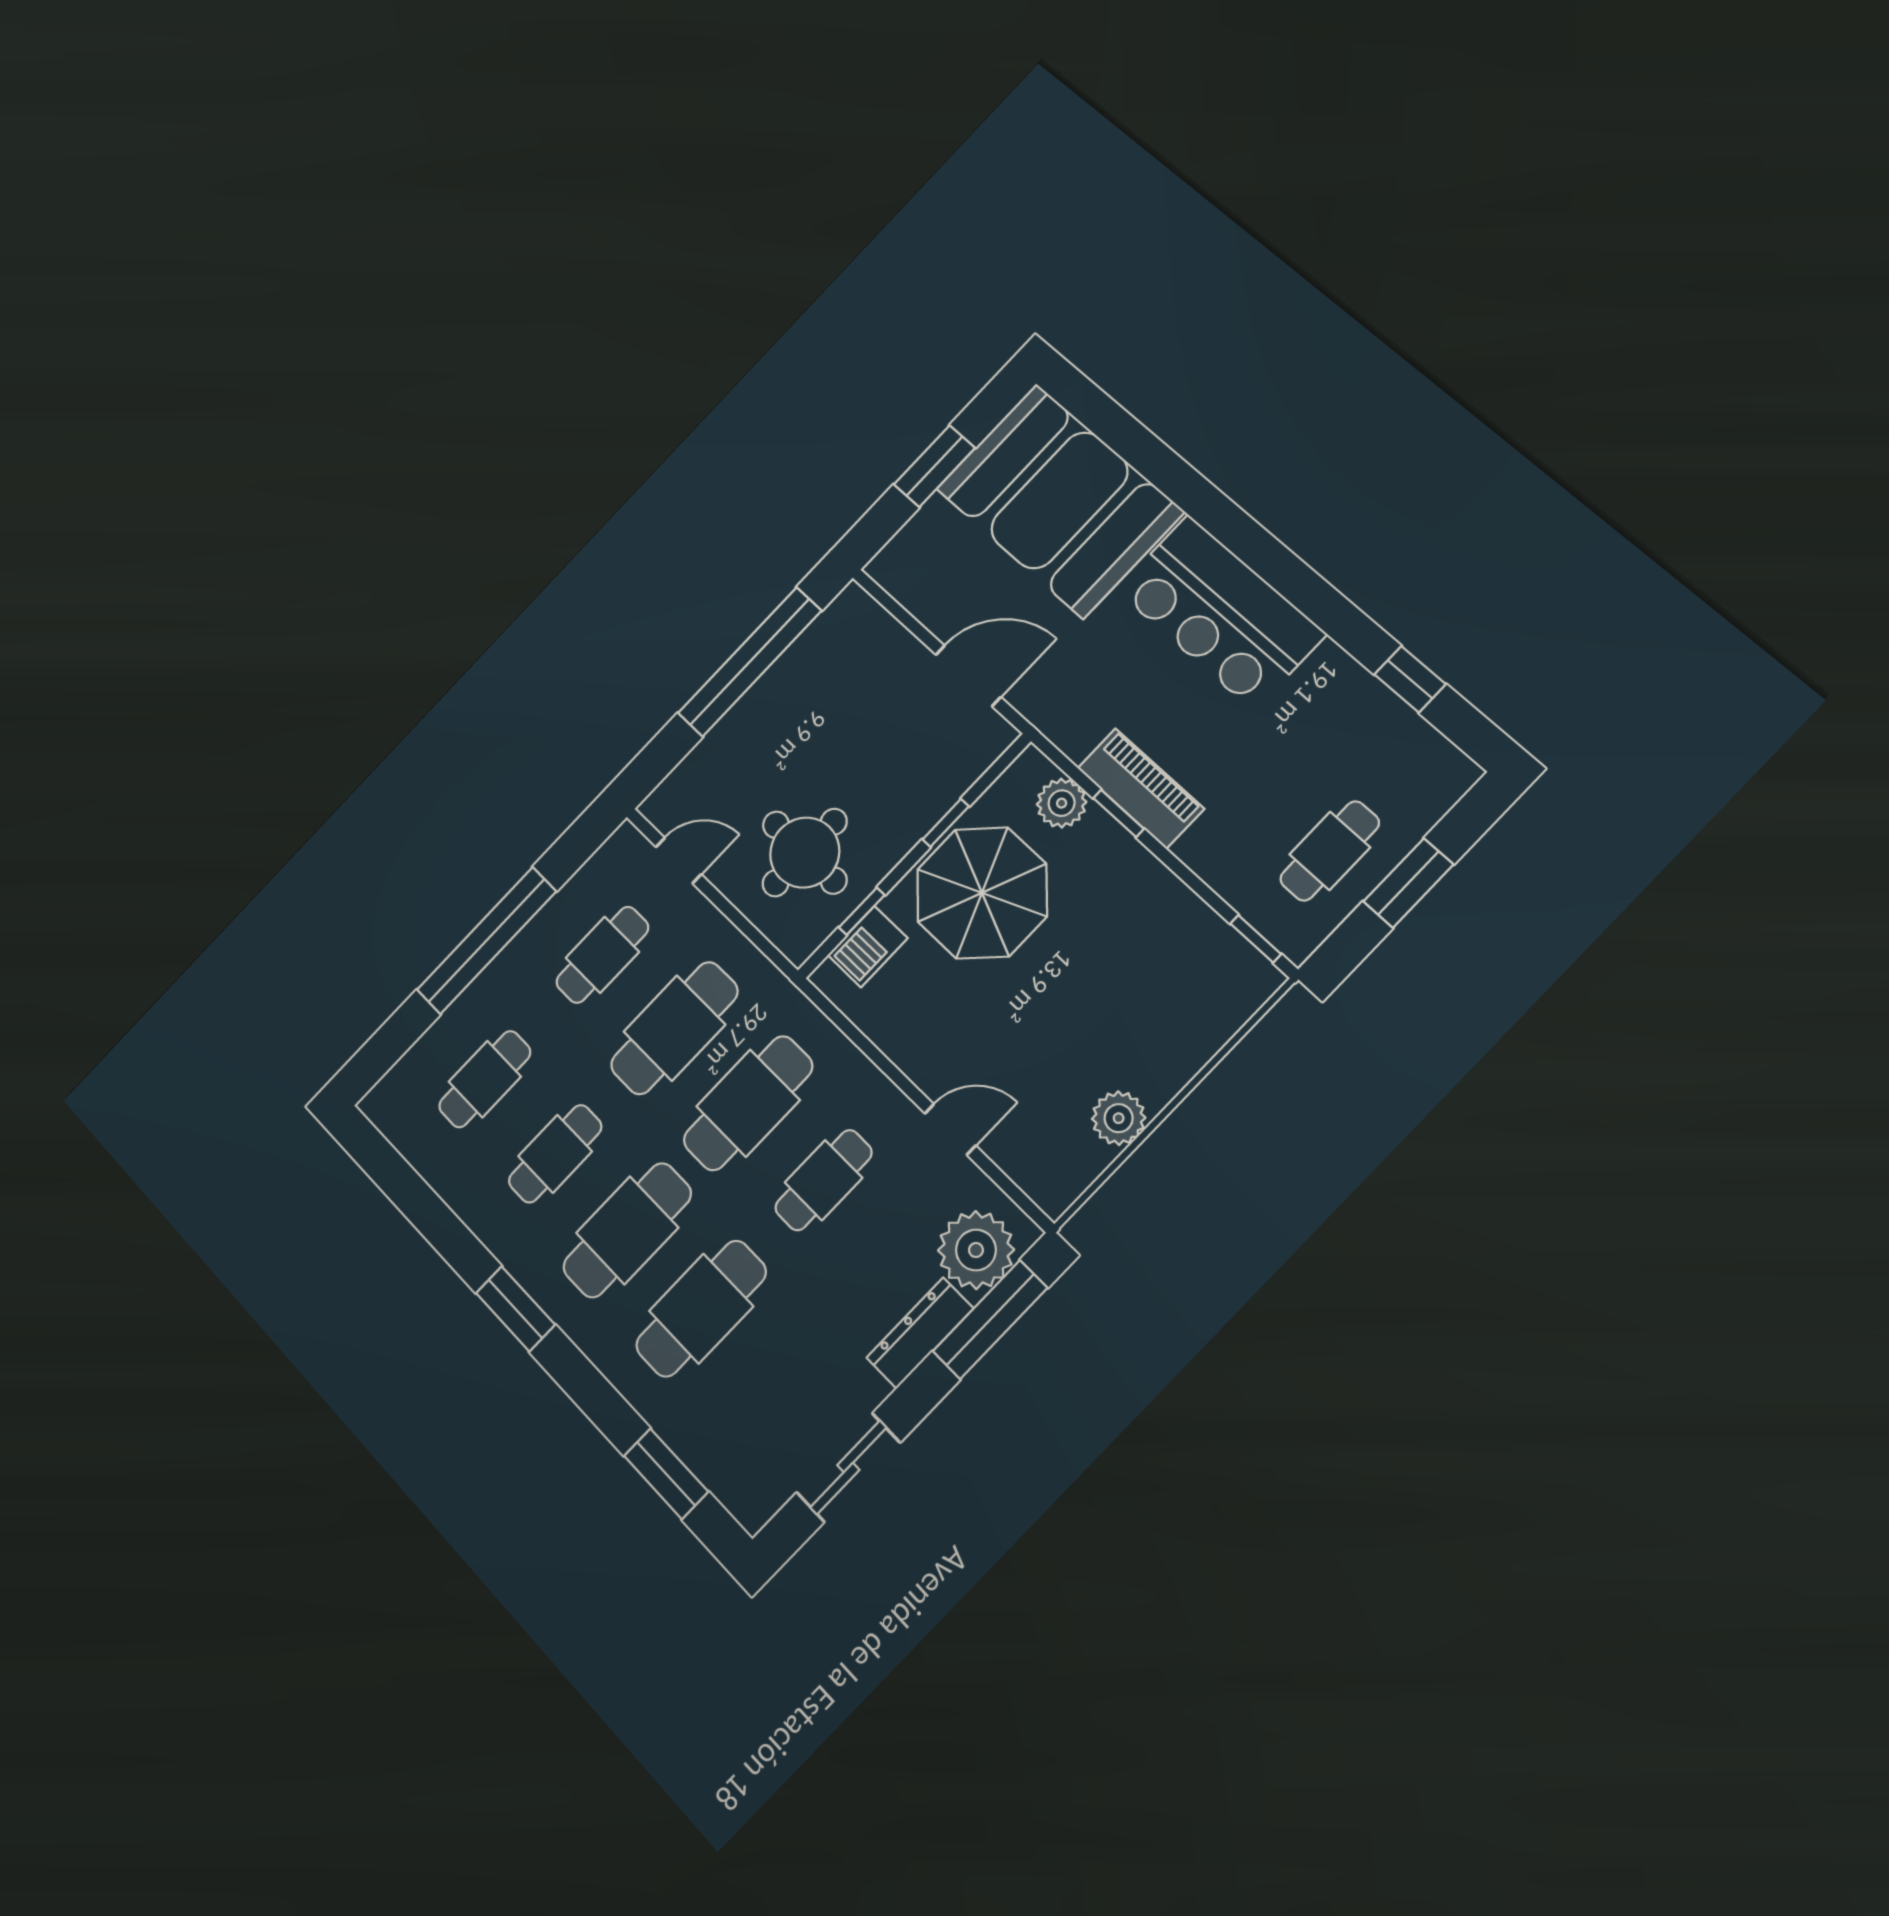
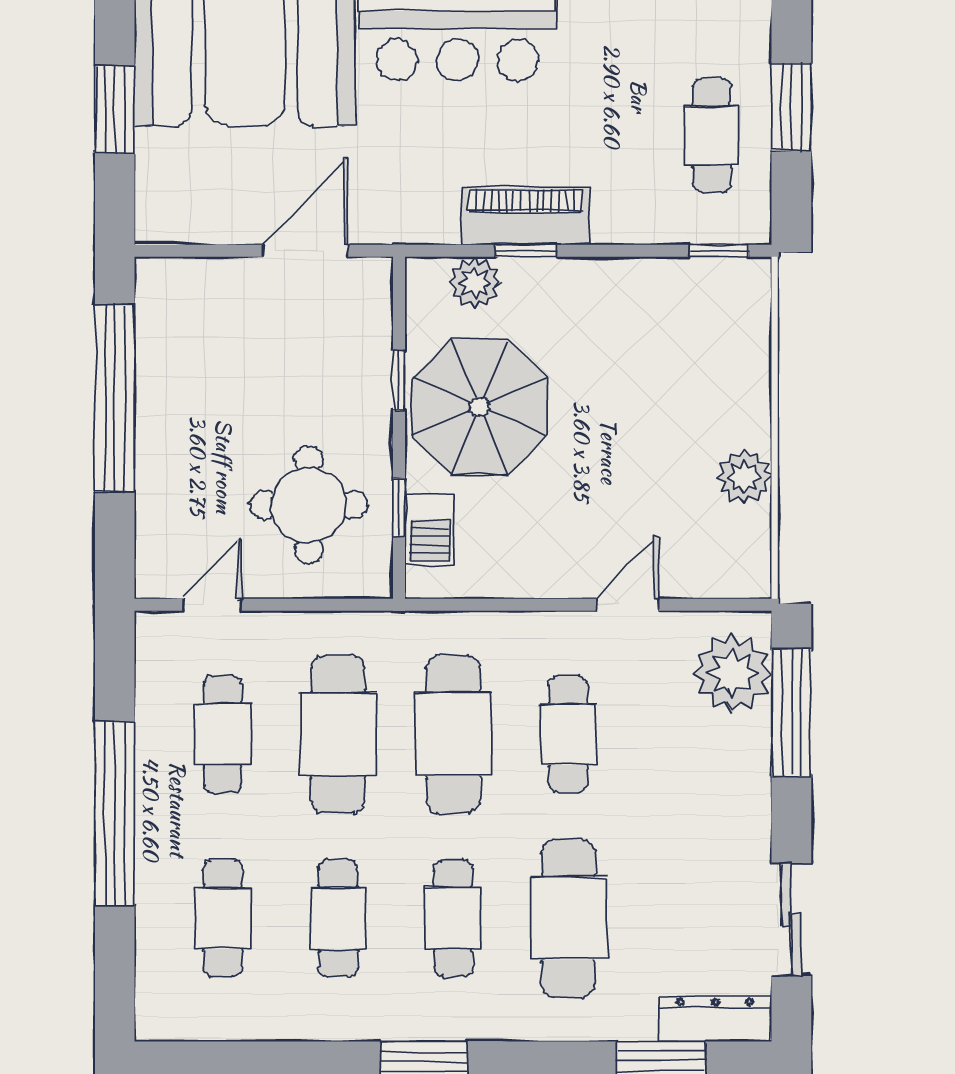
cafe table: (627, 1230) -> (453, 918), width x0.73, depth x0.74
dresser: (920, 1333) -> (715, 1019), moved, turned 90

